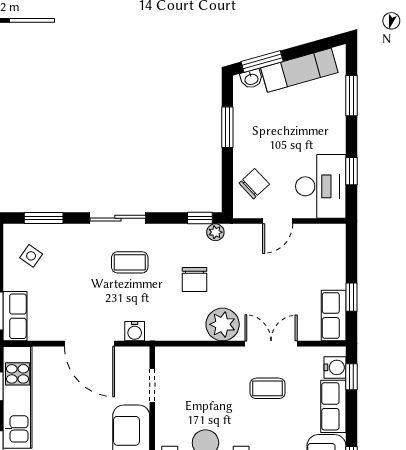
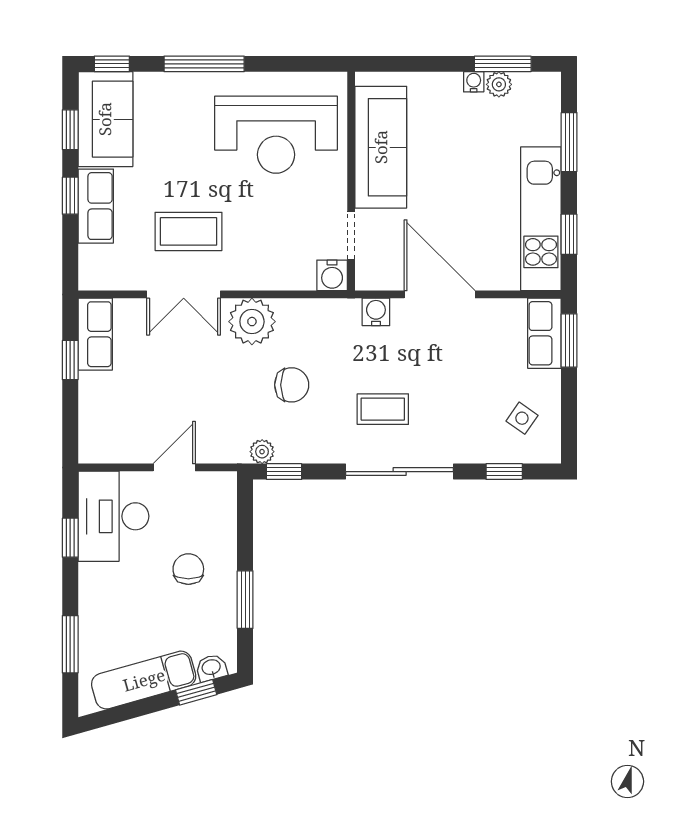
window: (262, 62) -> (196, 692), width x0.67
chair: (254, 184) -> (188, 569), moved, turned 133
window: (44, 218) -> (504, 472), width x0.67
sliding door: (118, 218) -> (400, 472), width x1.37
chair: (194, 280) -> (292, 385), turned 90
water cooler: (335, 367) -> (332, 275), moved, turned -90
window: (351, 377) -> (70, 196), moved
coffee table: (268, 388) -> (188, 231), width x1.36, depth x1.30

